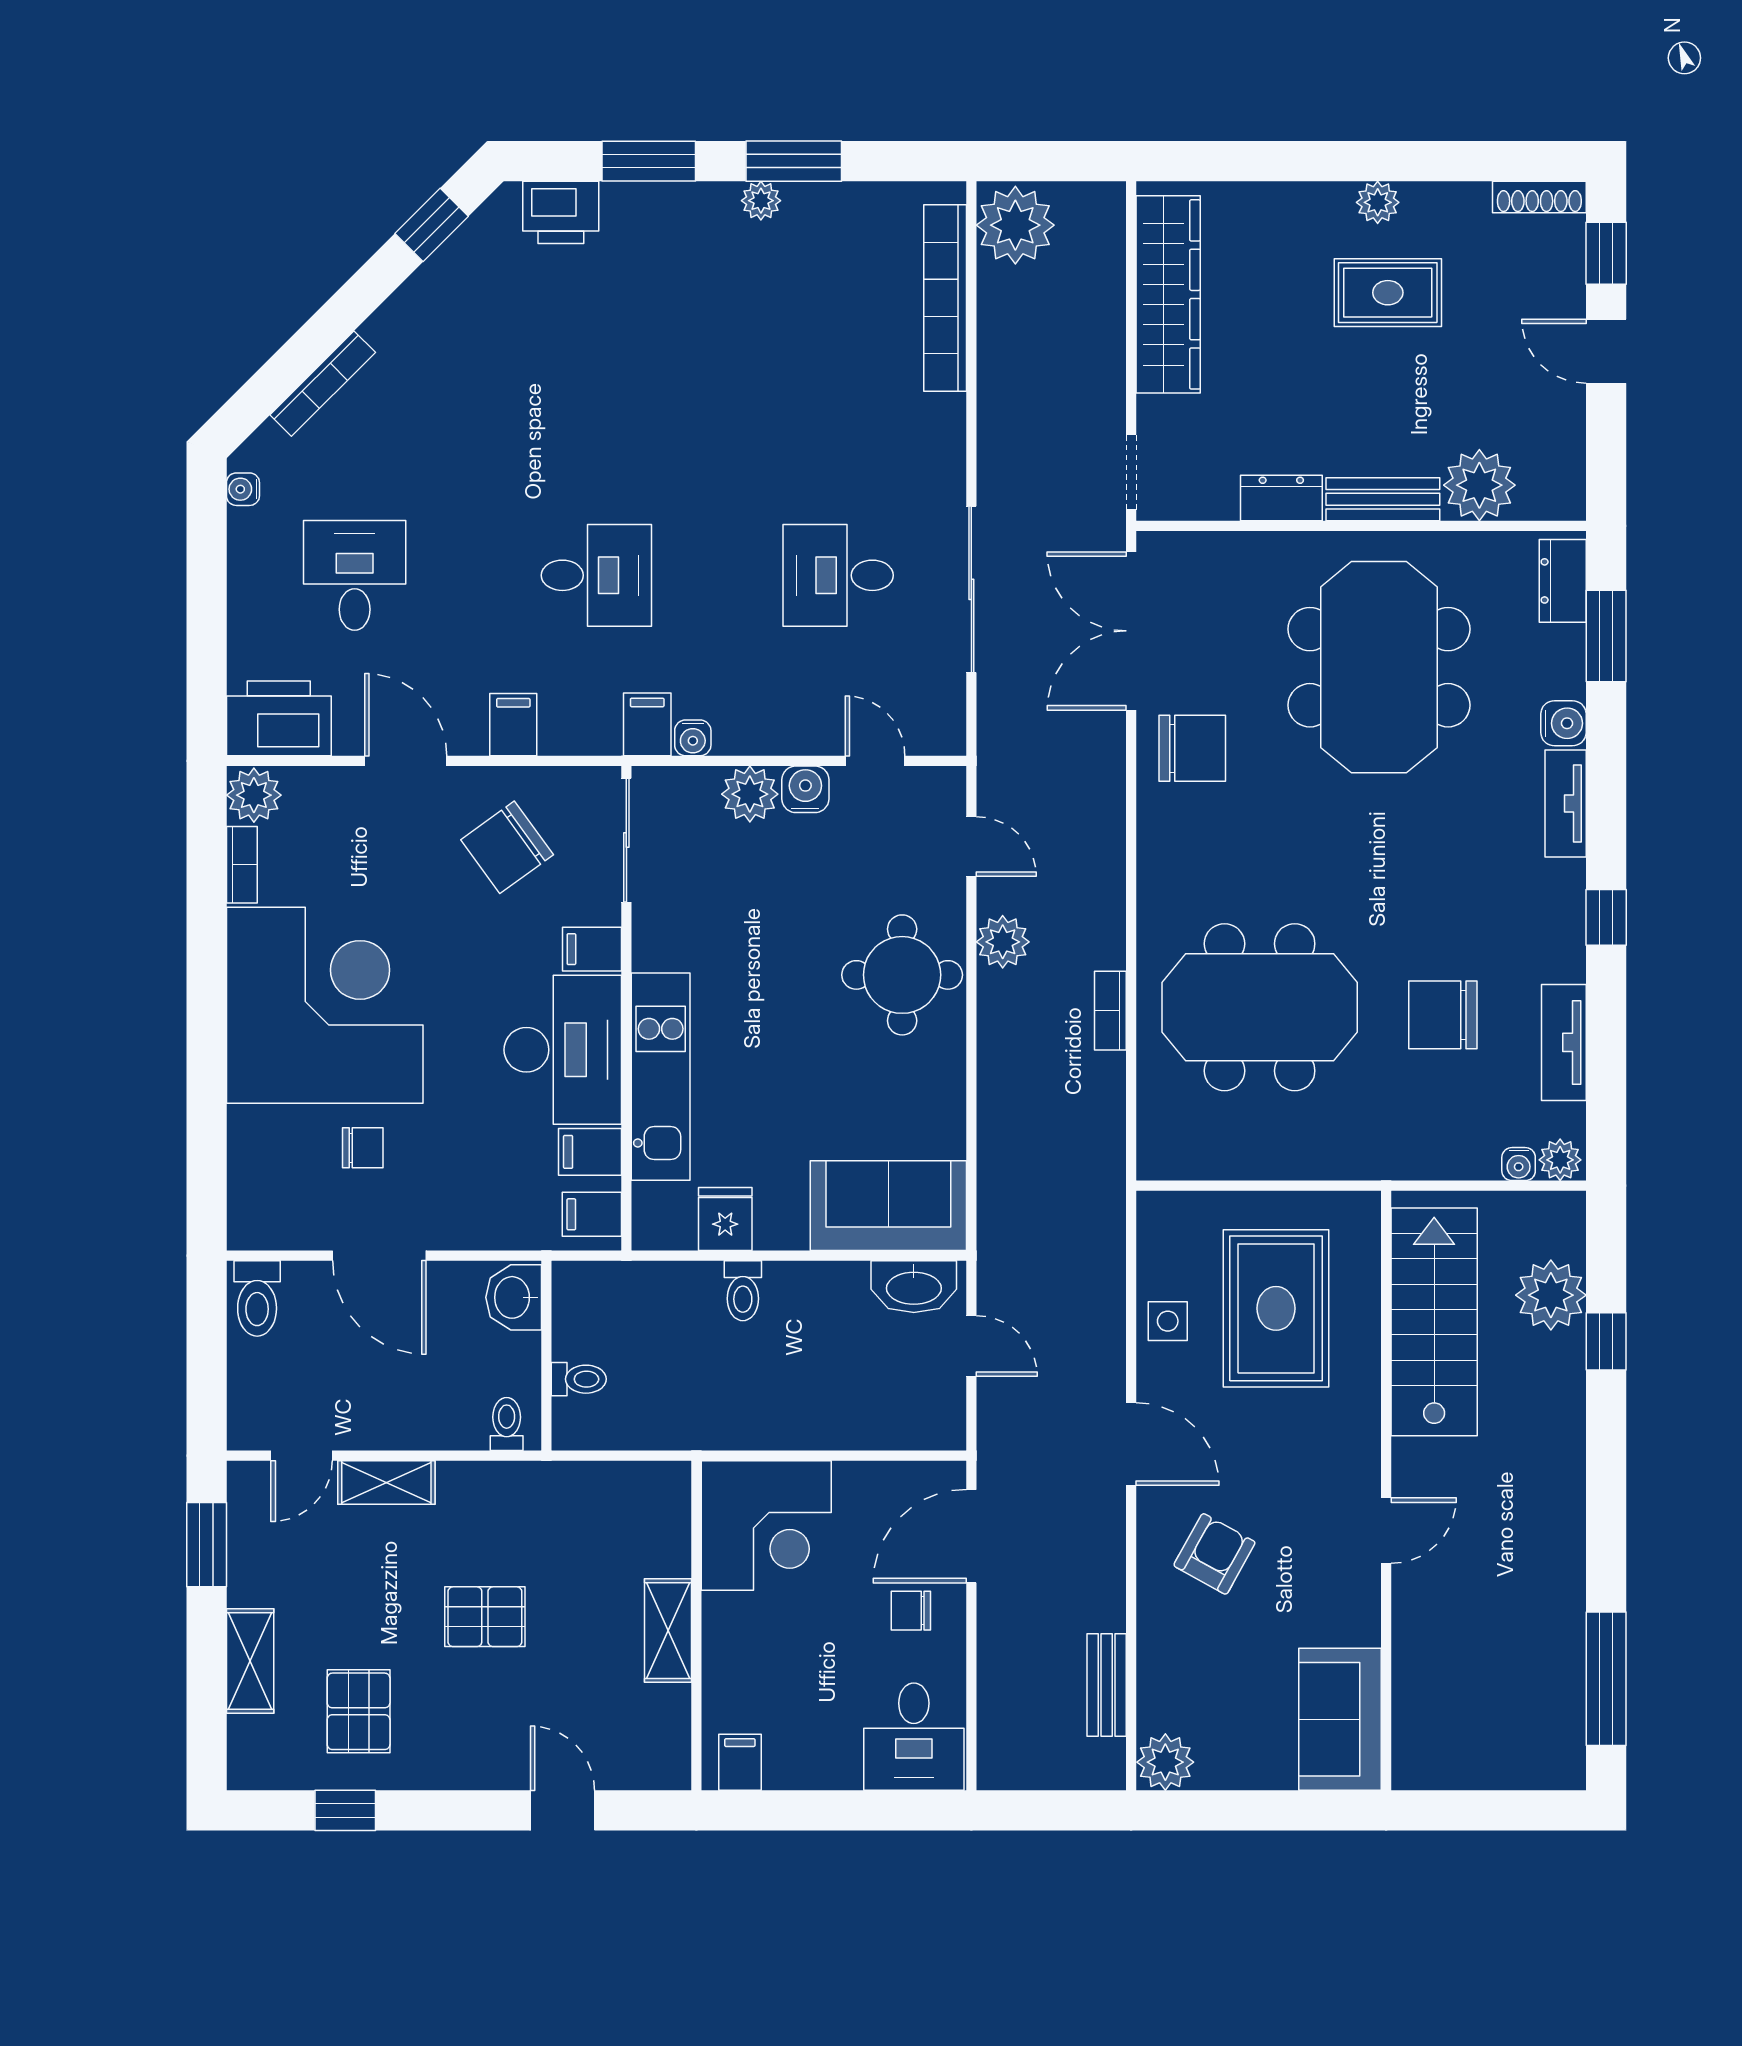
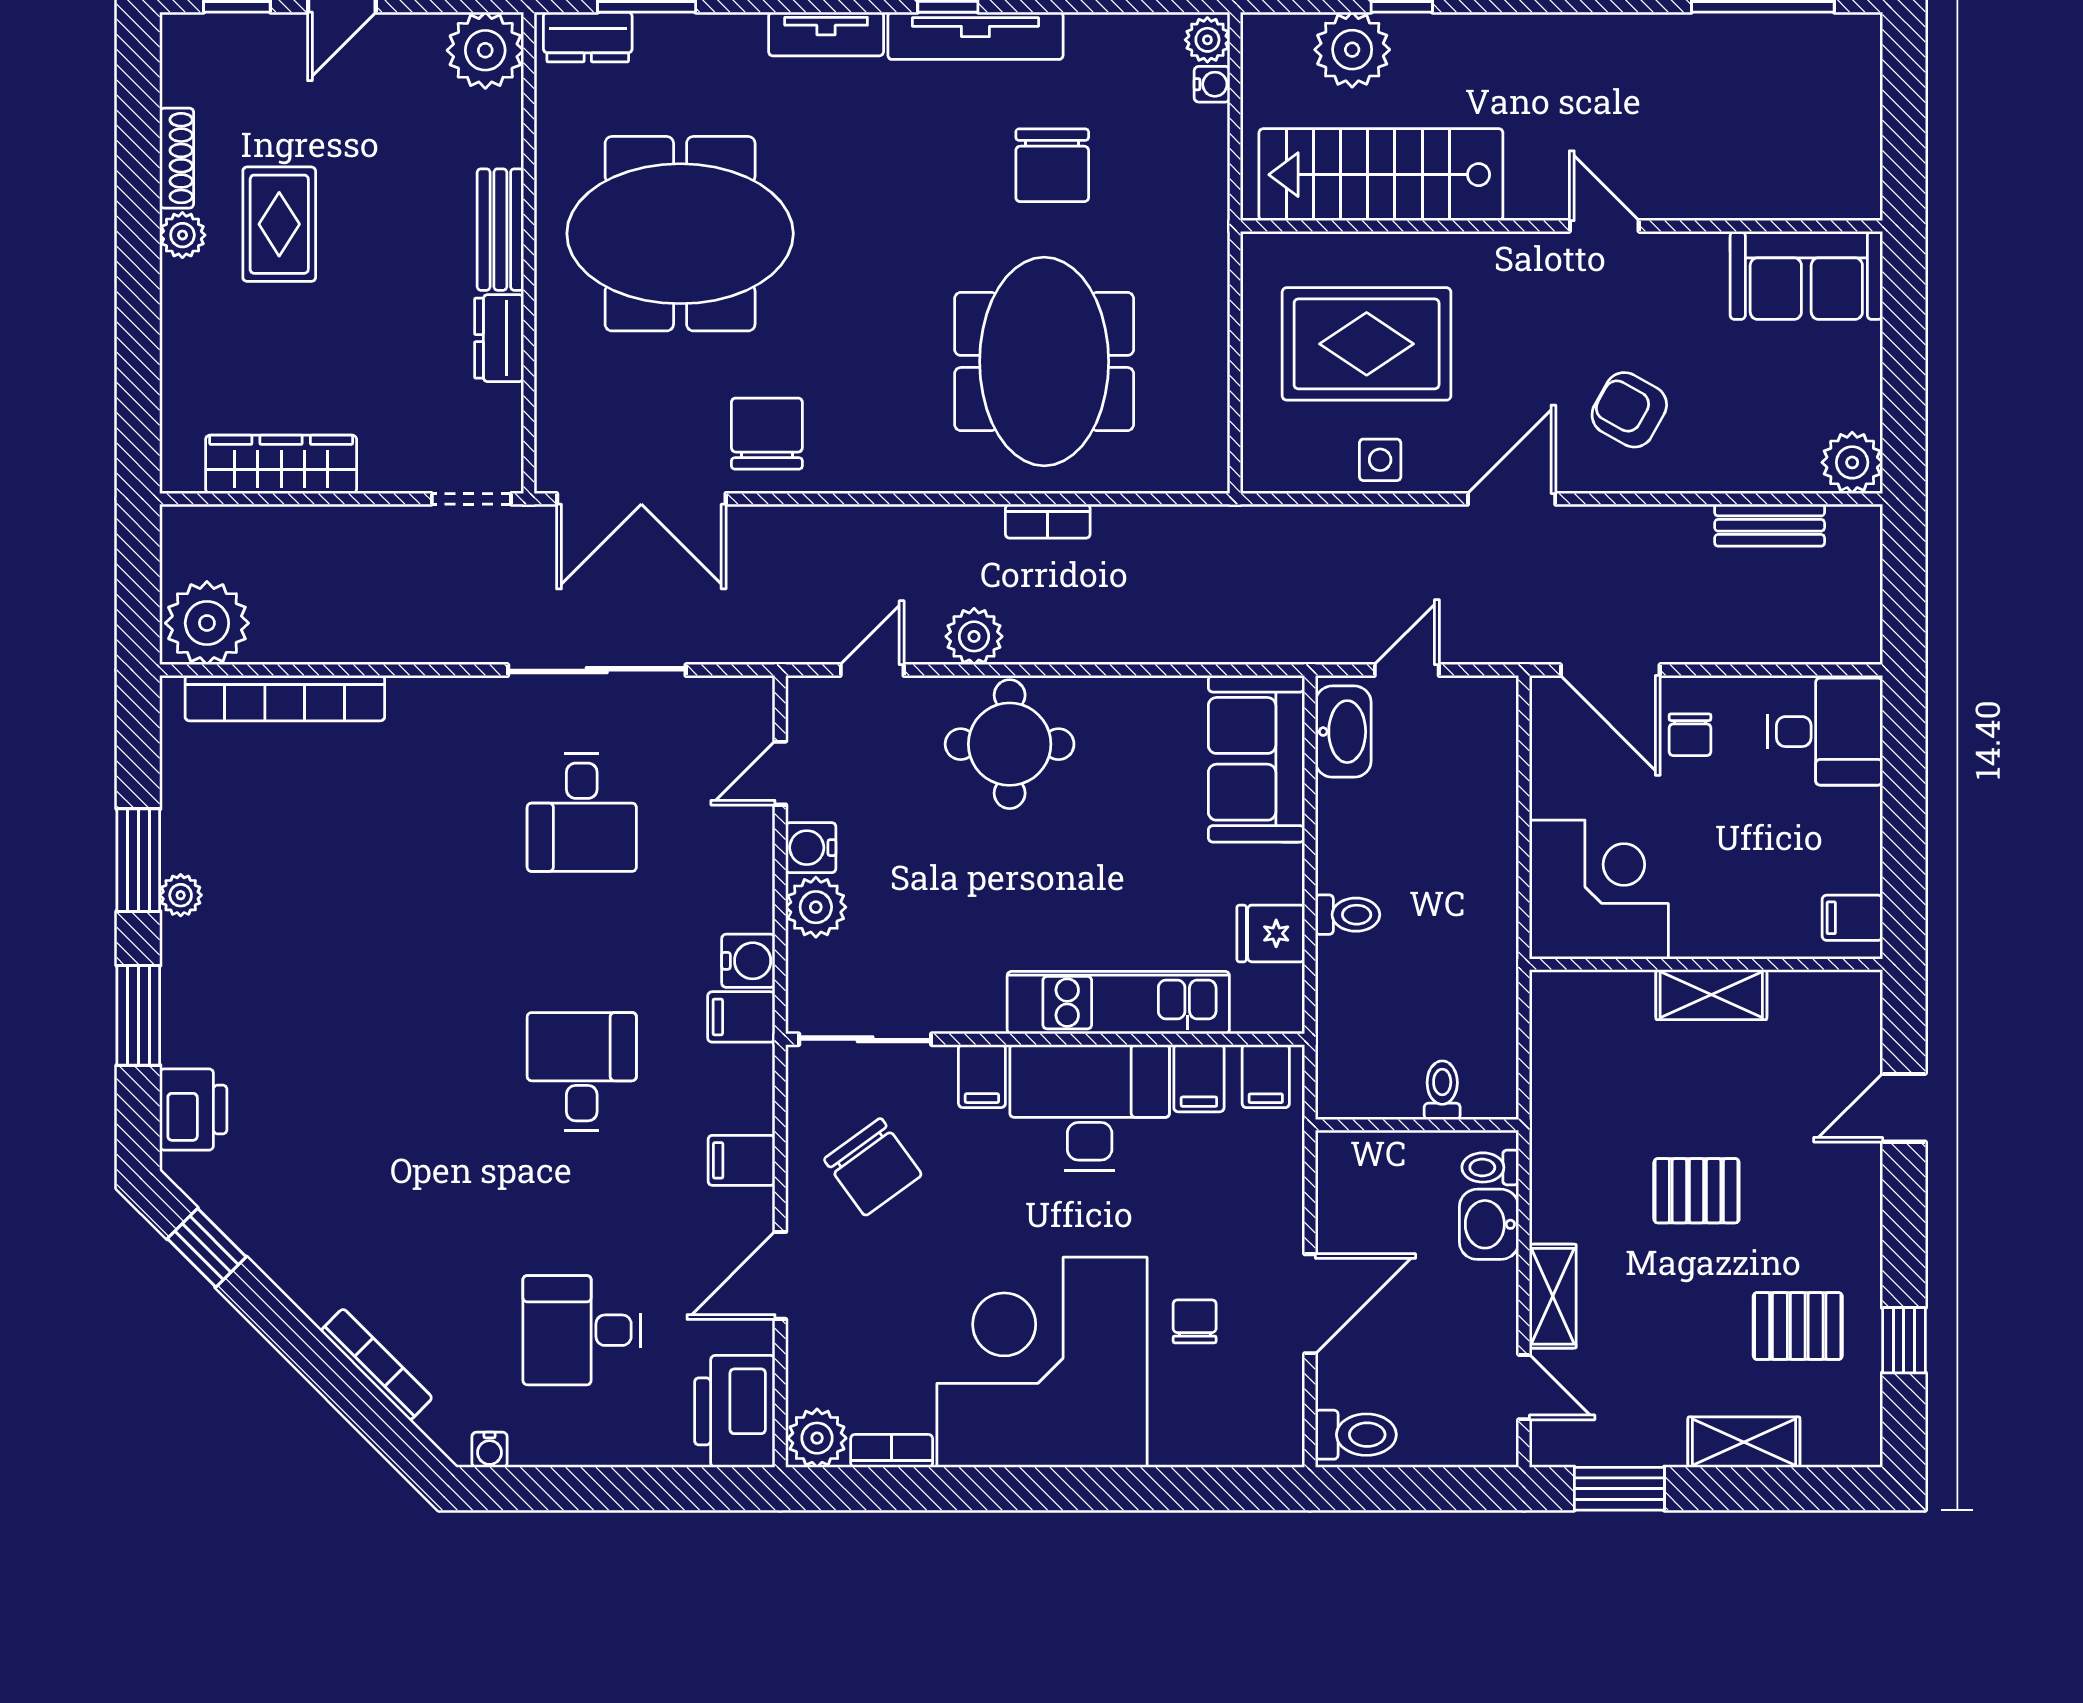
shoe rack: (1539, 197) -> (177, 158), moved
wardrobe: (1168, 294) -> (281, 464), width x0.71, depth x0.85
plant: (1479, 485) -> (485, 50), moved
water cooler: (1563, 723) -> (740, 36), removed
water cooler: (693, 738) -> (748, 961), width x1.38, depth x1.38
tv unit: (1564, 1042) -> (975, 36), moved, width x1.41
washbasin: (514, 1297) -> (1489, 1224), moved, turned 90
pallet: (485, 1617) -> (1696, 1191), turned 90

